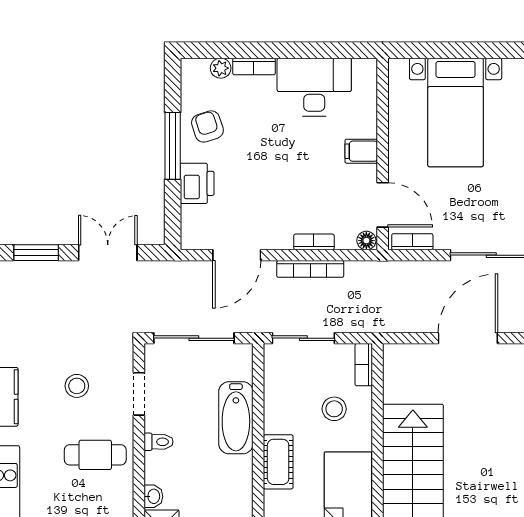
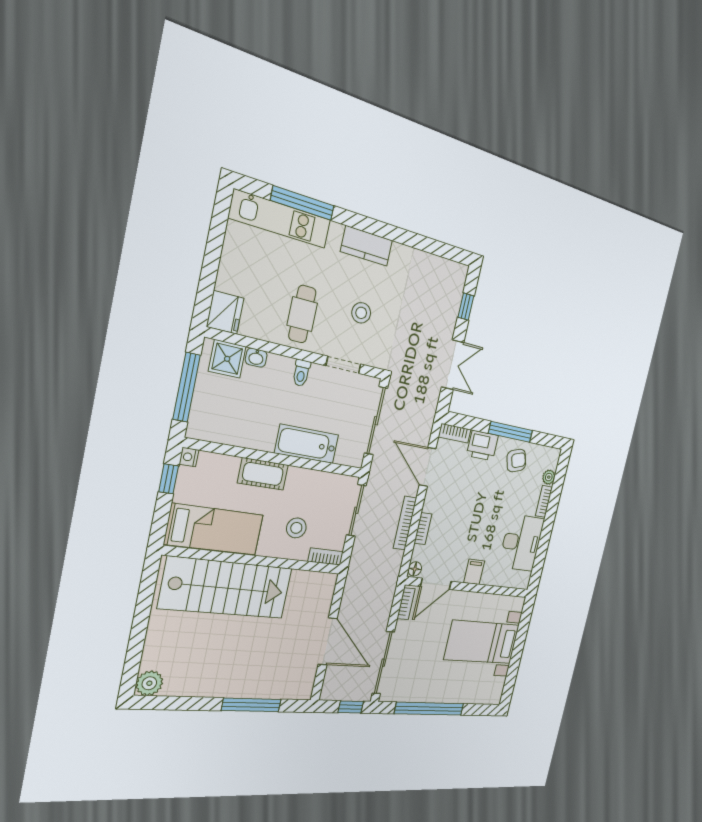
bookcase: (189, 228) -> (455, 433), added
window: (36, 253) -> (466, 307), width x0.67

